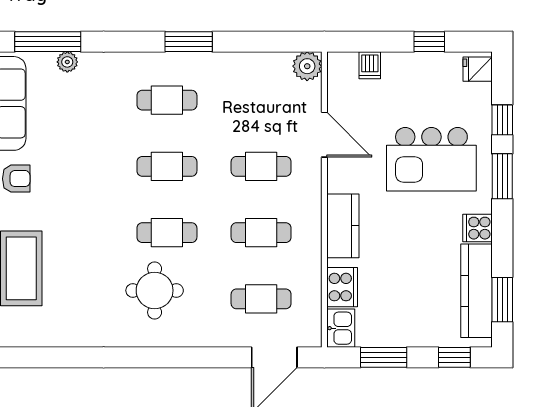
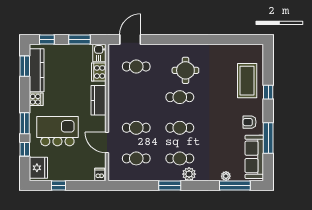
dishwasher: (370, 65) -> (100, 175), moved
plant: (307, 66) -> (189, 174), moved
fridge: (478, 69) -> (38, 168), width x1.88, depth x1.34
cafe table: (261, 233) -> (136, 158), moved

